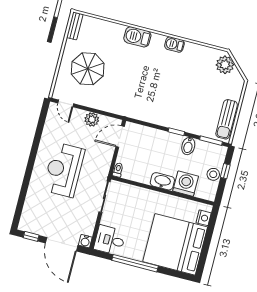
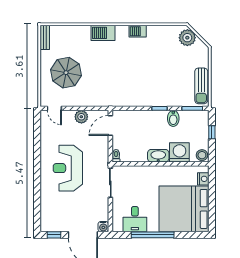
stool: (213, 174) -> (202, 155), moved
desk: (110, 240) -> (135, 219), moved, turned -90

